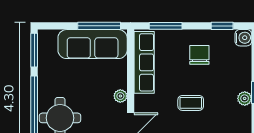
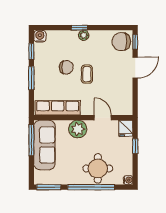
window: (166, 26) -> (31, 78), moved
chair: (199, 55) -> (66, 67), moved, turned 180
plant: (120, 96) -> (78, 129), width x1.88, depth x1.88

